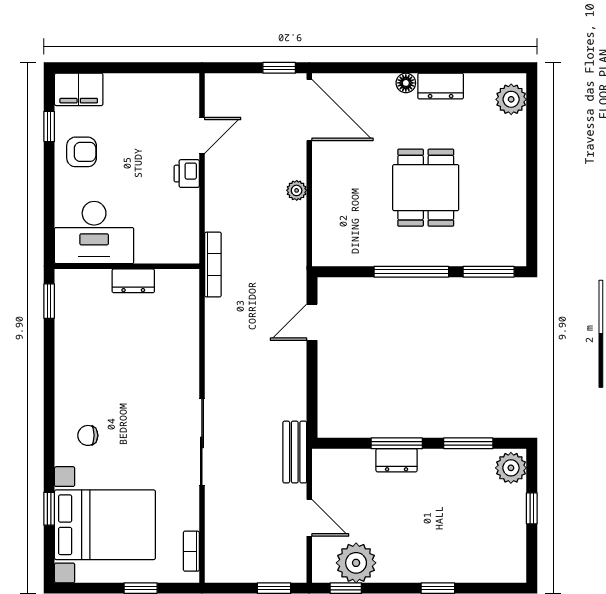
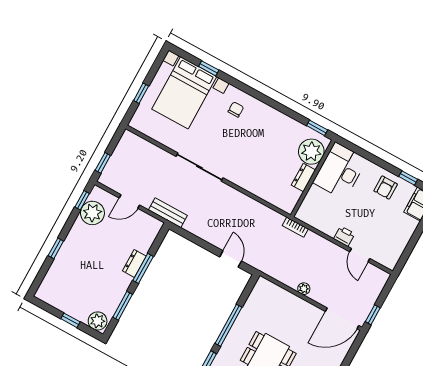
bookcase: (213, 265) -> (295, 227), width x0.64
plant: (89, 290) -> (311, 152), added
bookcase: (191, 551) -> (146, 130), removed

